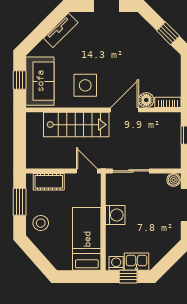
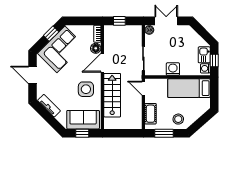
corner sofa: (145, 48) -> (61, 49), added
door: (125, 110) -> (102, 63), hinge flipped
door: (87, 171) -> (143, 88), hinge flipped

